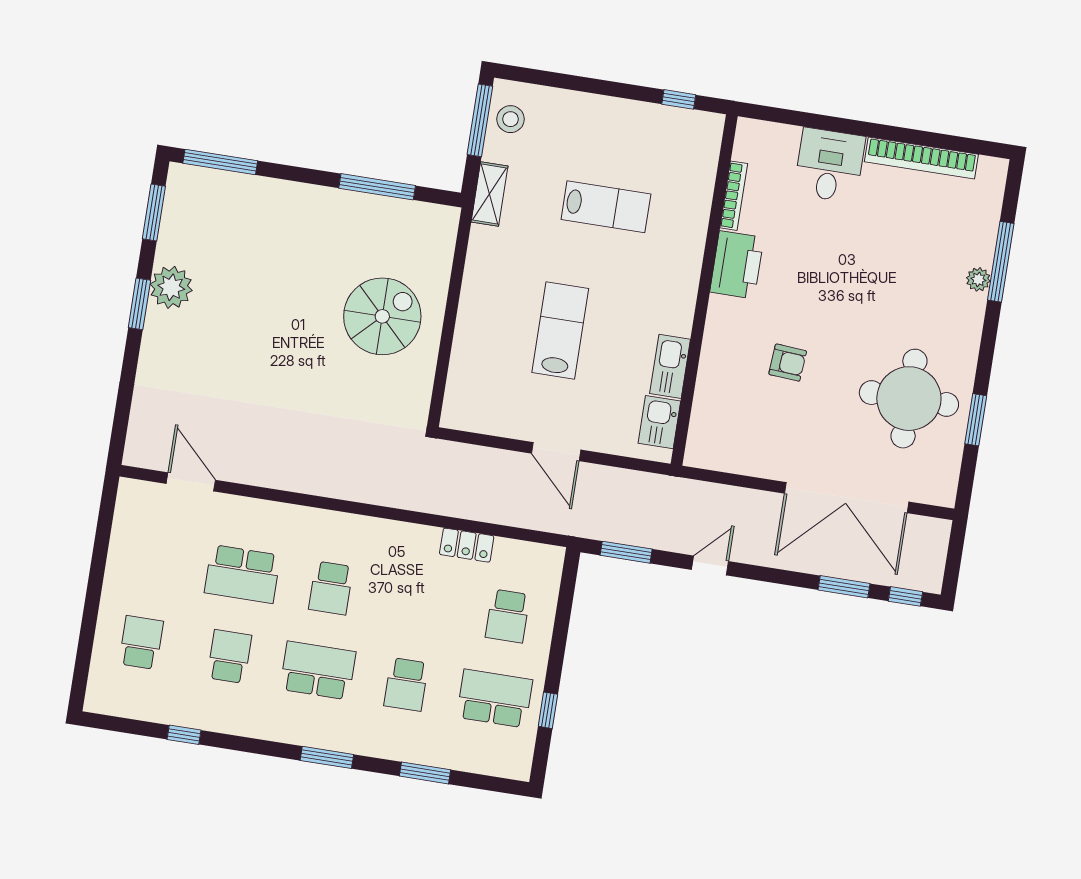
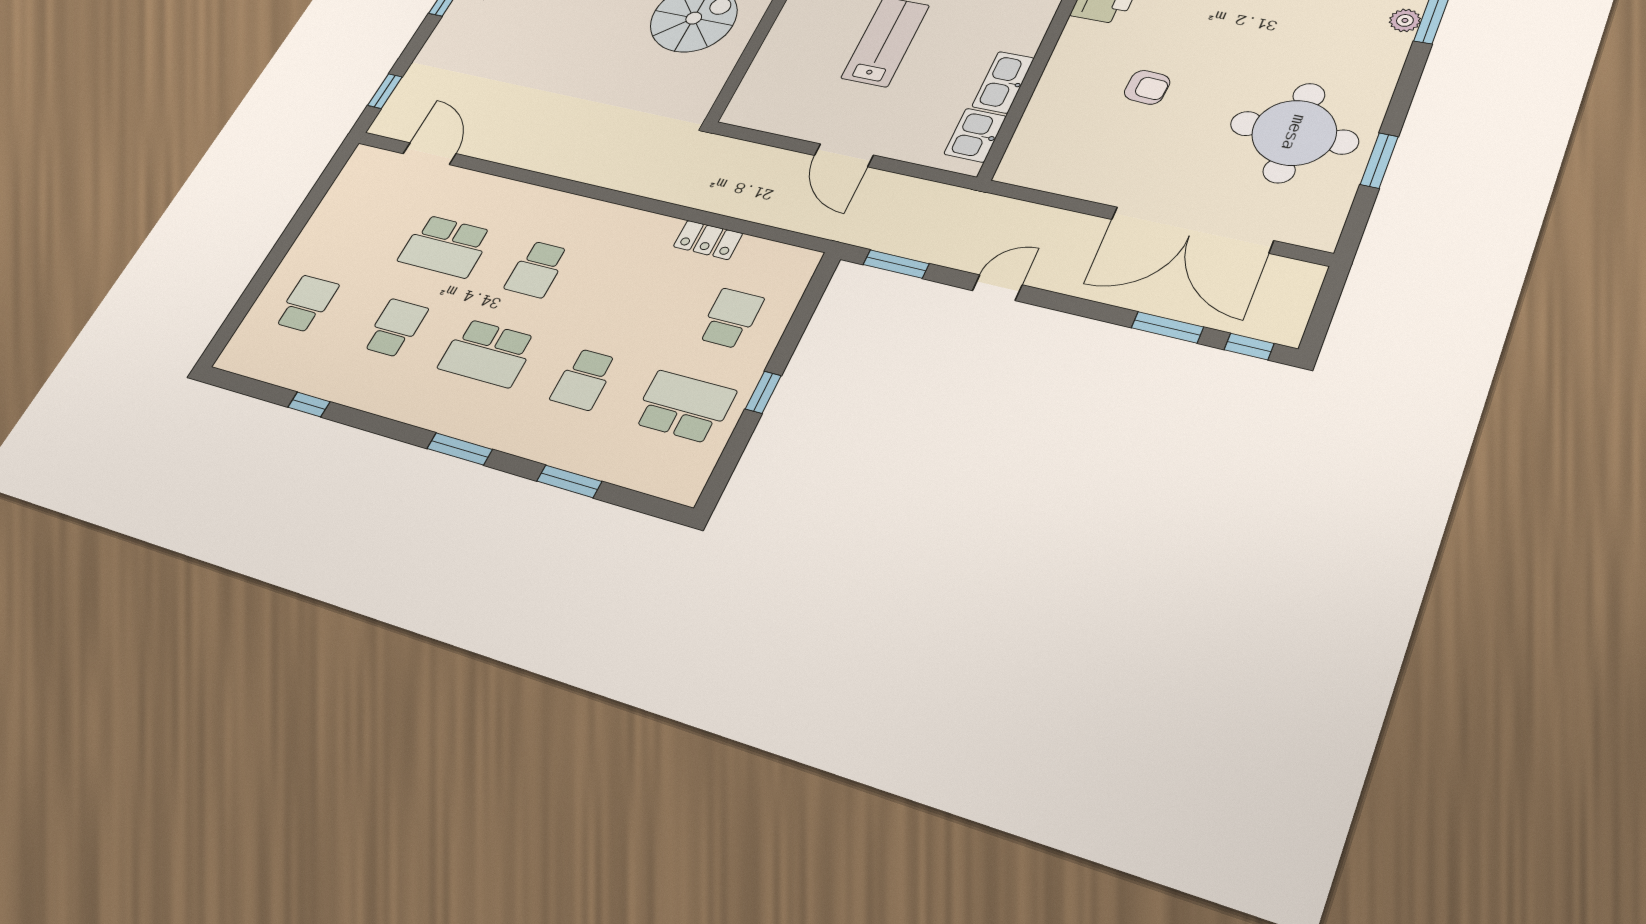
window: (121, 418) -> (385, 91), added
school desk: (508, 616) -> (731, 318), turned 180
school desk: (318, 670) -> (488, 353), turned 180
window: (548, 710) -> (763, 392), moved

